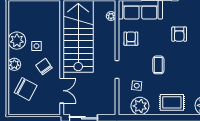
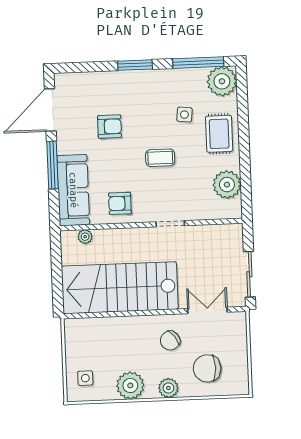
side table: (36, 46) -> (85, 378), moved
side table: (137, 86) -> (184, 115), moved
chair: (26, 89) -> (207, 368), turned -118

